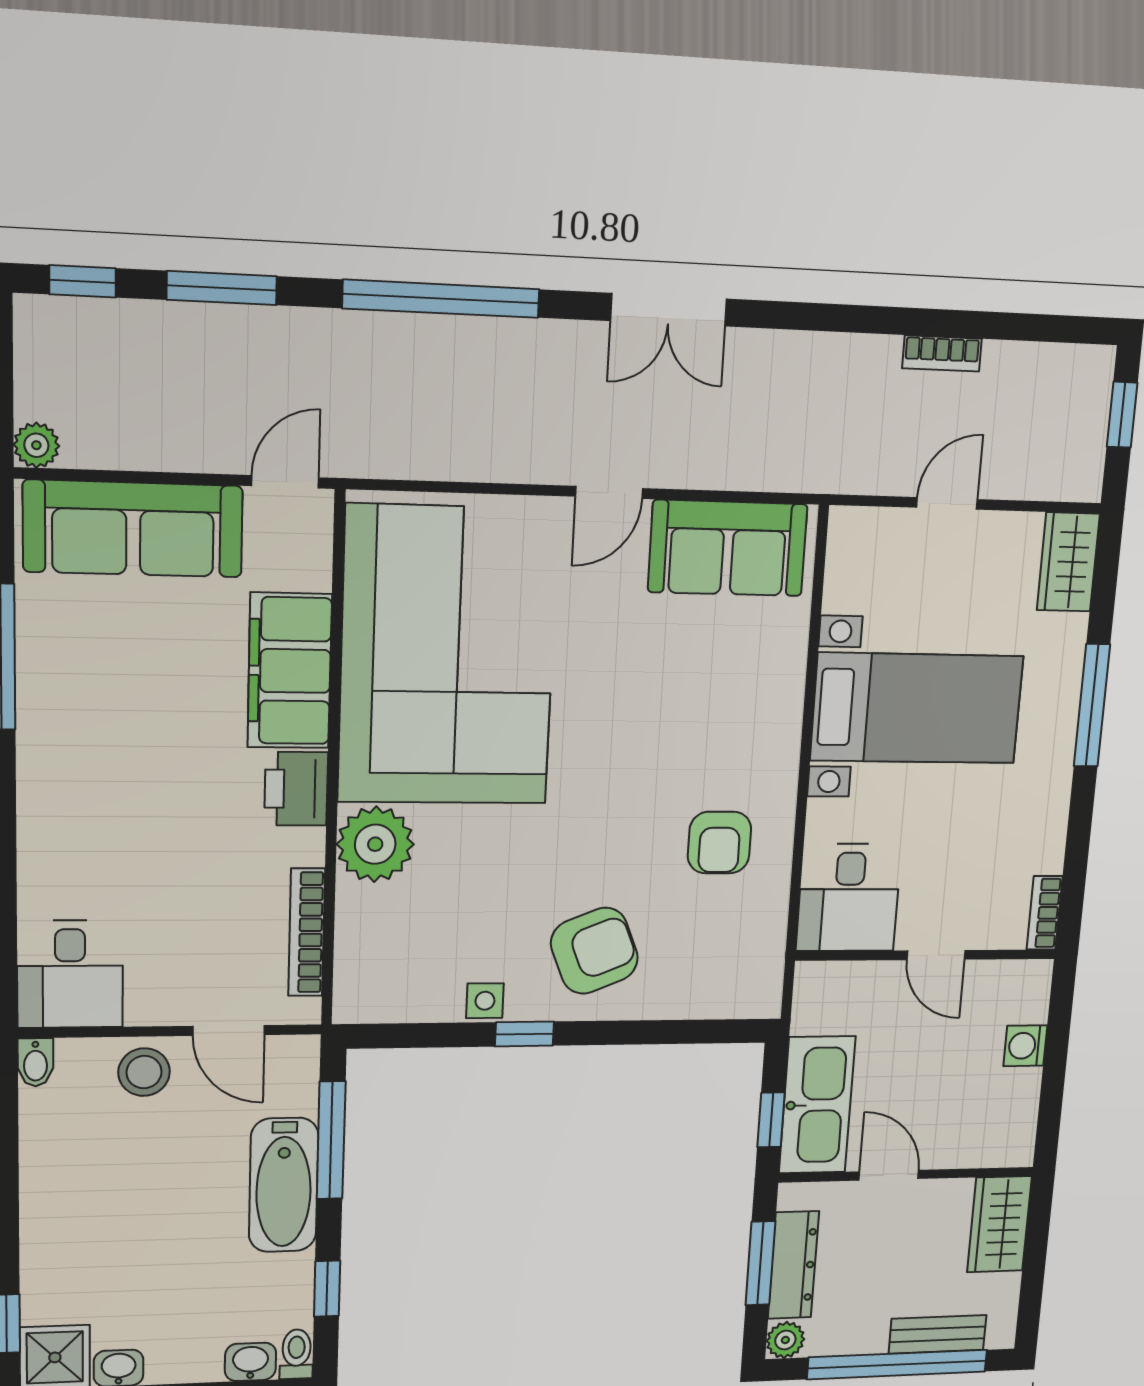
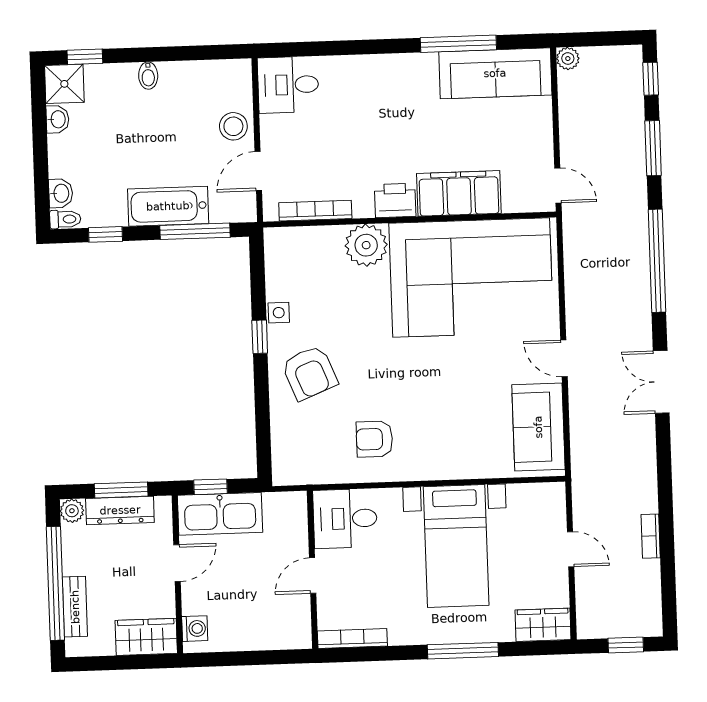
sofa: (133, 529) -> (495, 73), moved, turned -90
bookcase: (1045, 913) -> (352, 638), width x1.56
washing machine: (1025, 1046) -> (195, 629), moved, turned 90
bidet: (35, 1062) -> (148, 76), moved, turned -90

